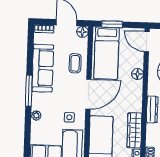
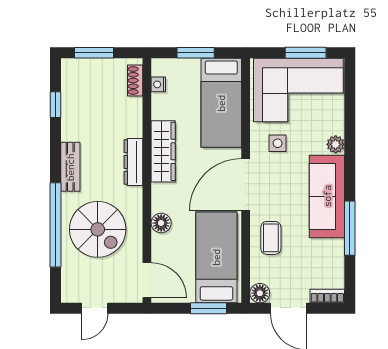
sofa: (43, 68) -> (327, 196), moved
window: (29, 91) -> (350, 228), moved
wardrobe: (134, 130) -> (163, 151), moved

